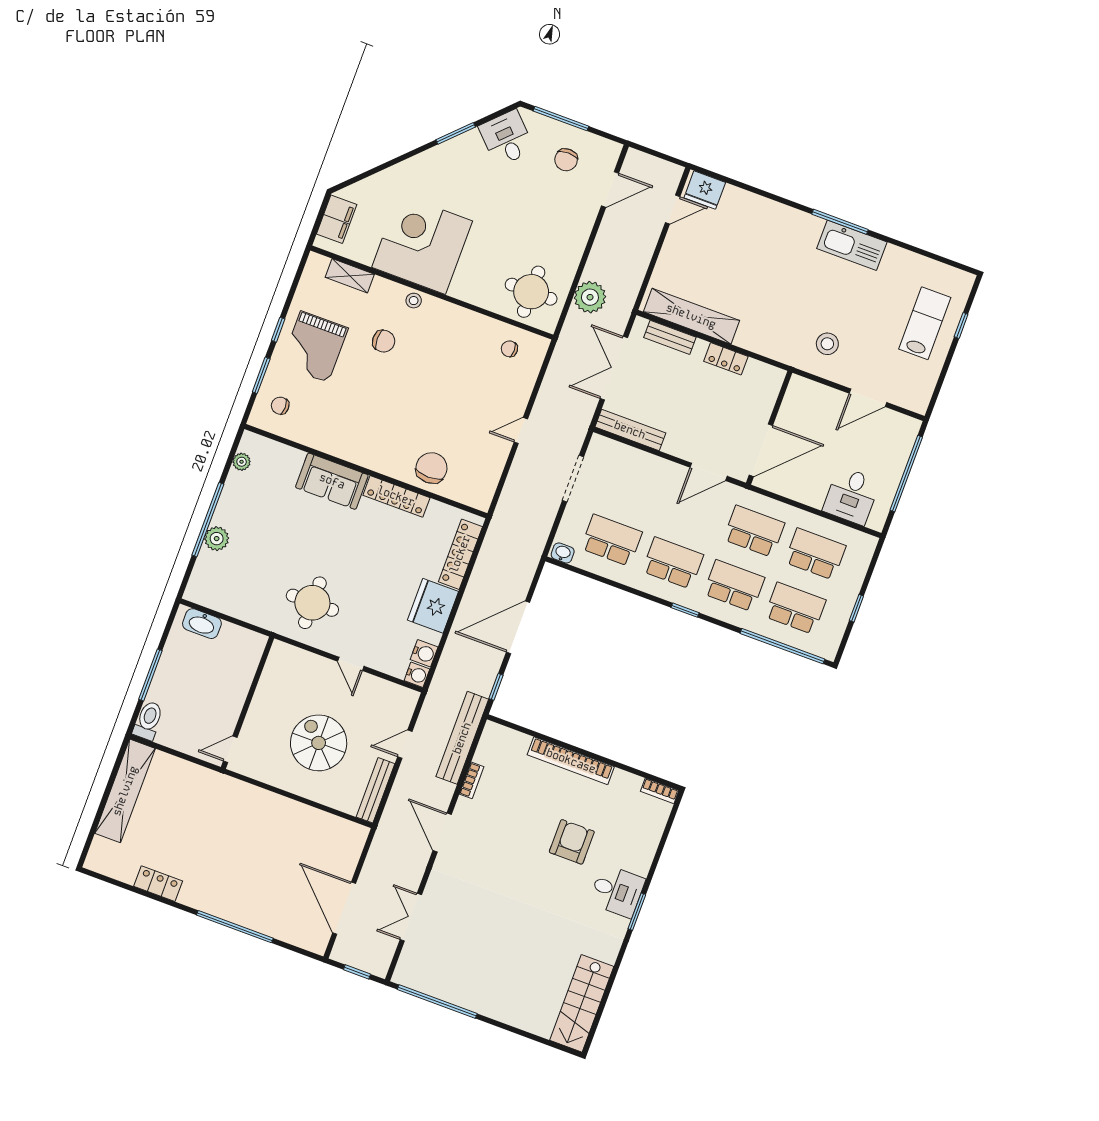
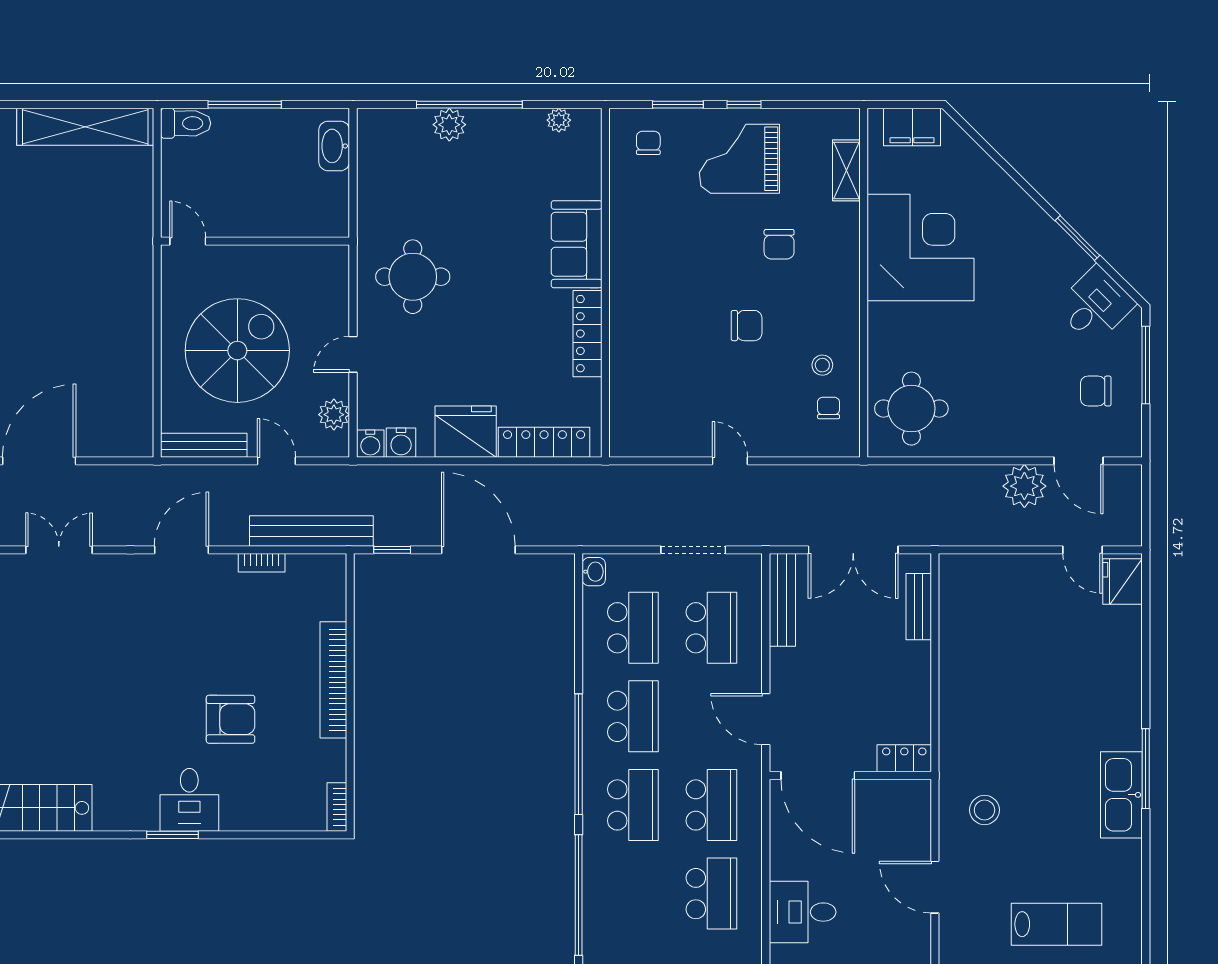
plant: (590, 297) -> (1024, 486), moved
stool: (414, 301) -> (822, 365), moved
shelving: (691, 316) -> (956, 624), removed
locker: (726, 359) -> (904, 758), moved, turned 90
double door: (614, 368) -> (853, 550), swing flipped
chair: (432, 468) -> (747, 326), moved, width x0.73, depth x0.73
school desk: (795, 608) -> (711, 628), moved
window: (685, 610) -> (579, 754), width x3.17
plant: (388, 692) -> (334, 415), added
spiral stairs: (319, 743) -> (237, 351), width x1.37, depth x1.37

